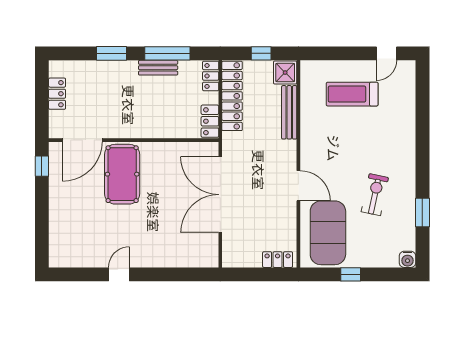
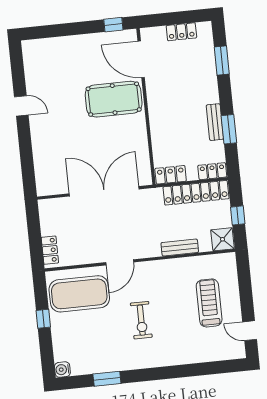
window: (112, 53) -> (222, 61), moved
window: (167, 53) -> (229, 129), width x0.69
bench: (289, 112) -> (180, 248), width x0.73
exercise bike: (375, 195) -> (141, 320), moved, turned 78

